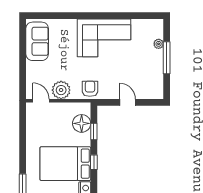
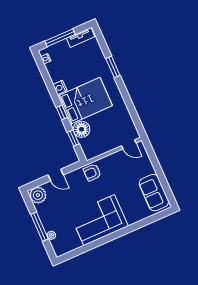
armchair: (90, 89) -> (92, 172), turned 90
plant: (61, 90) -> (38, 195), moved
floor lamp: (82, 123) -> (82, 129), moved

